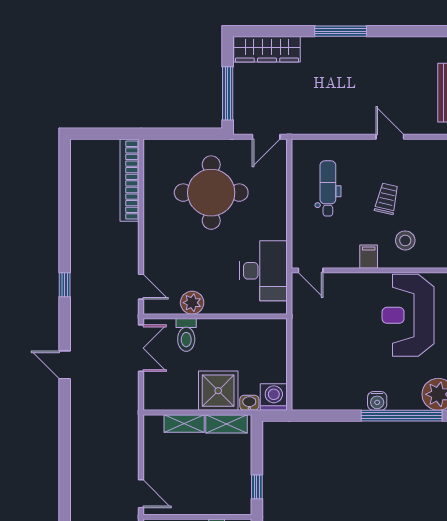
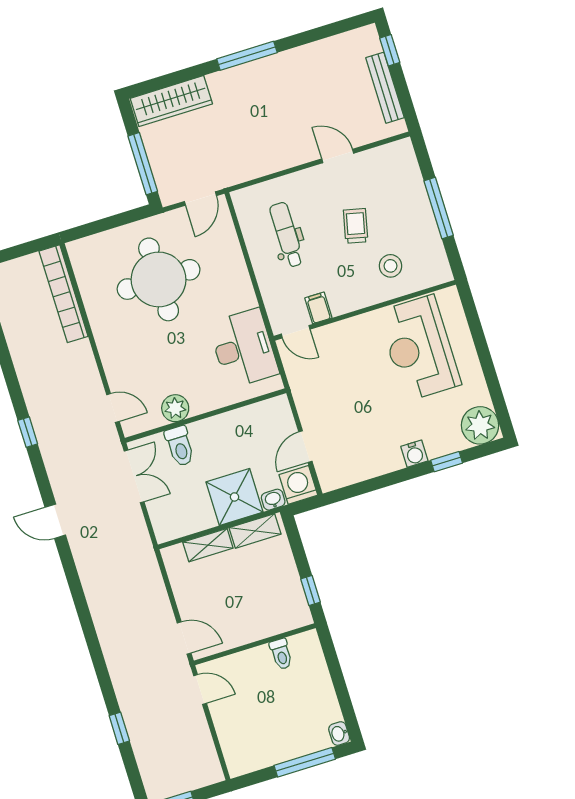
filing cabinet: (369, 257) -> (318, 308), moved
door: (289, 367) -> (305, 447), added
window: (402, 416) -> (447, 462), width x0.32

